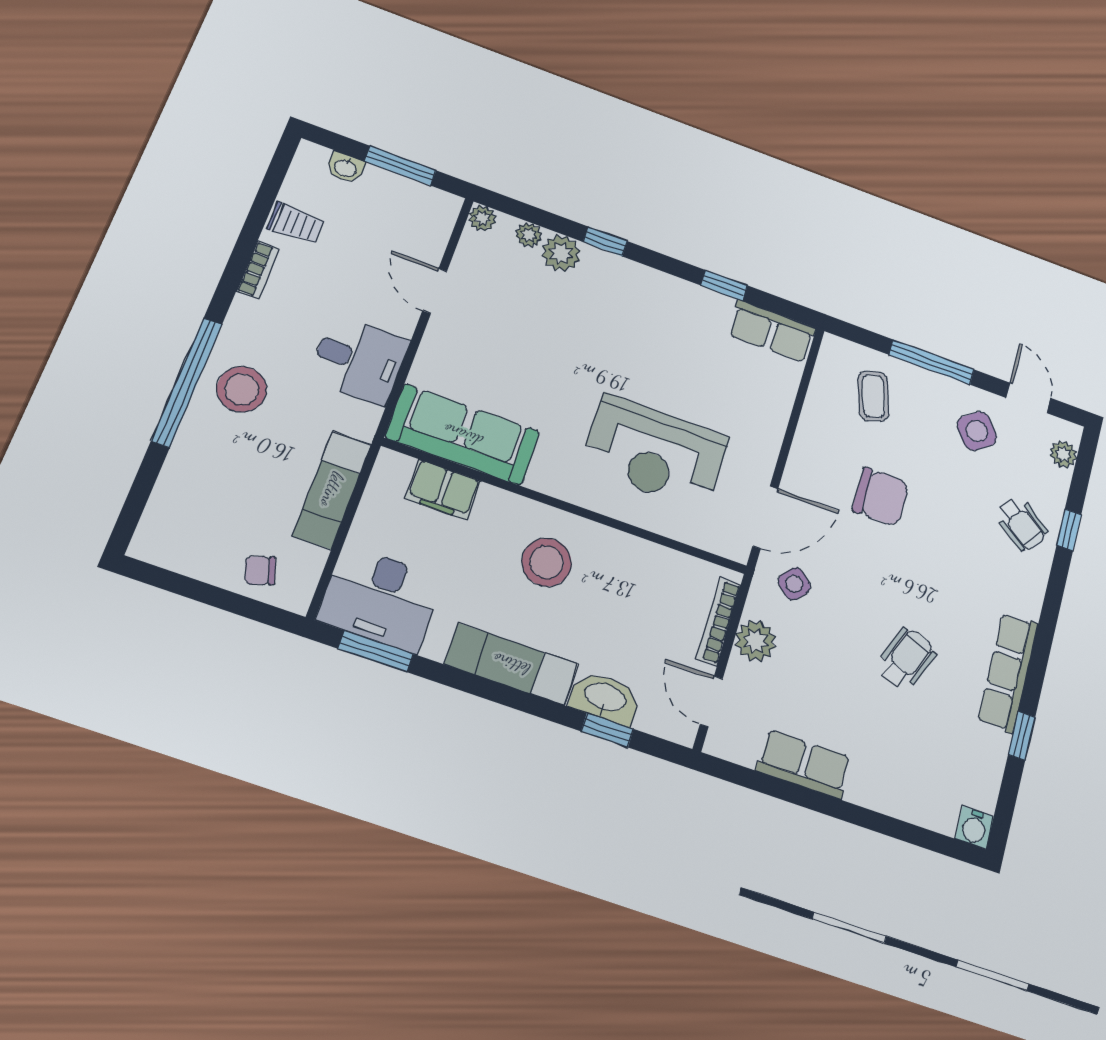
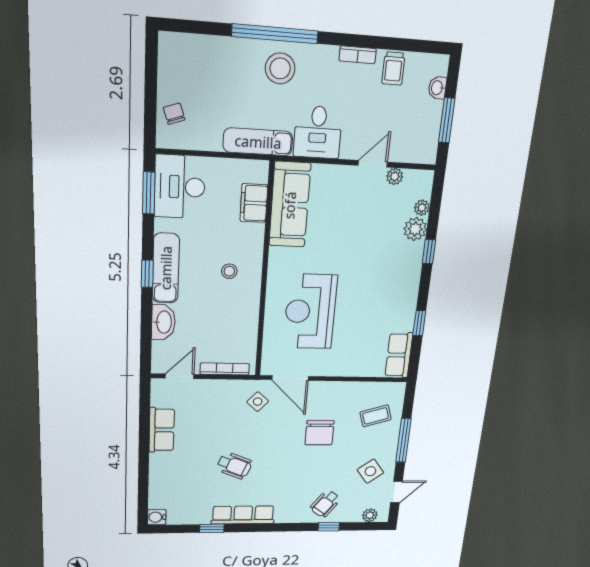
plant: (482, 218) -> (395, 176), moved
exam couch: (332, 490) -> (258, 142), moved
stool: (547, 562) -> (229, 271), width x0.53, depth x0.53
plant: (756, 641) -> (220, 390), removed
window: (607, 730) -> (147, 274), moved

